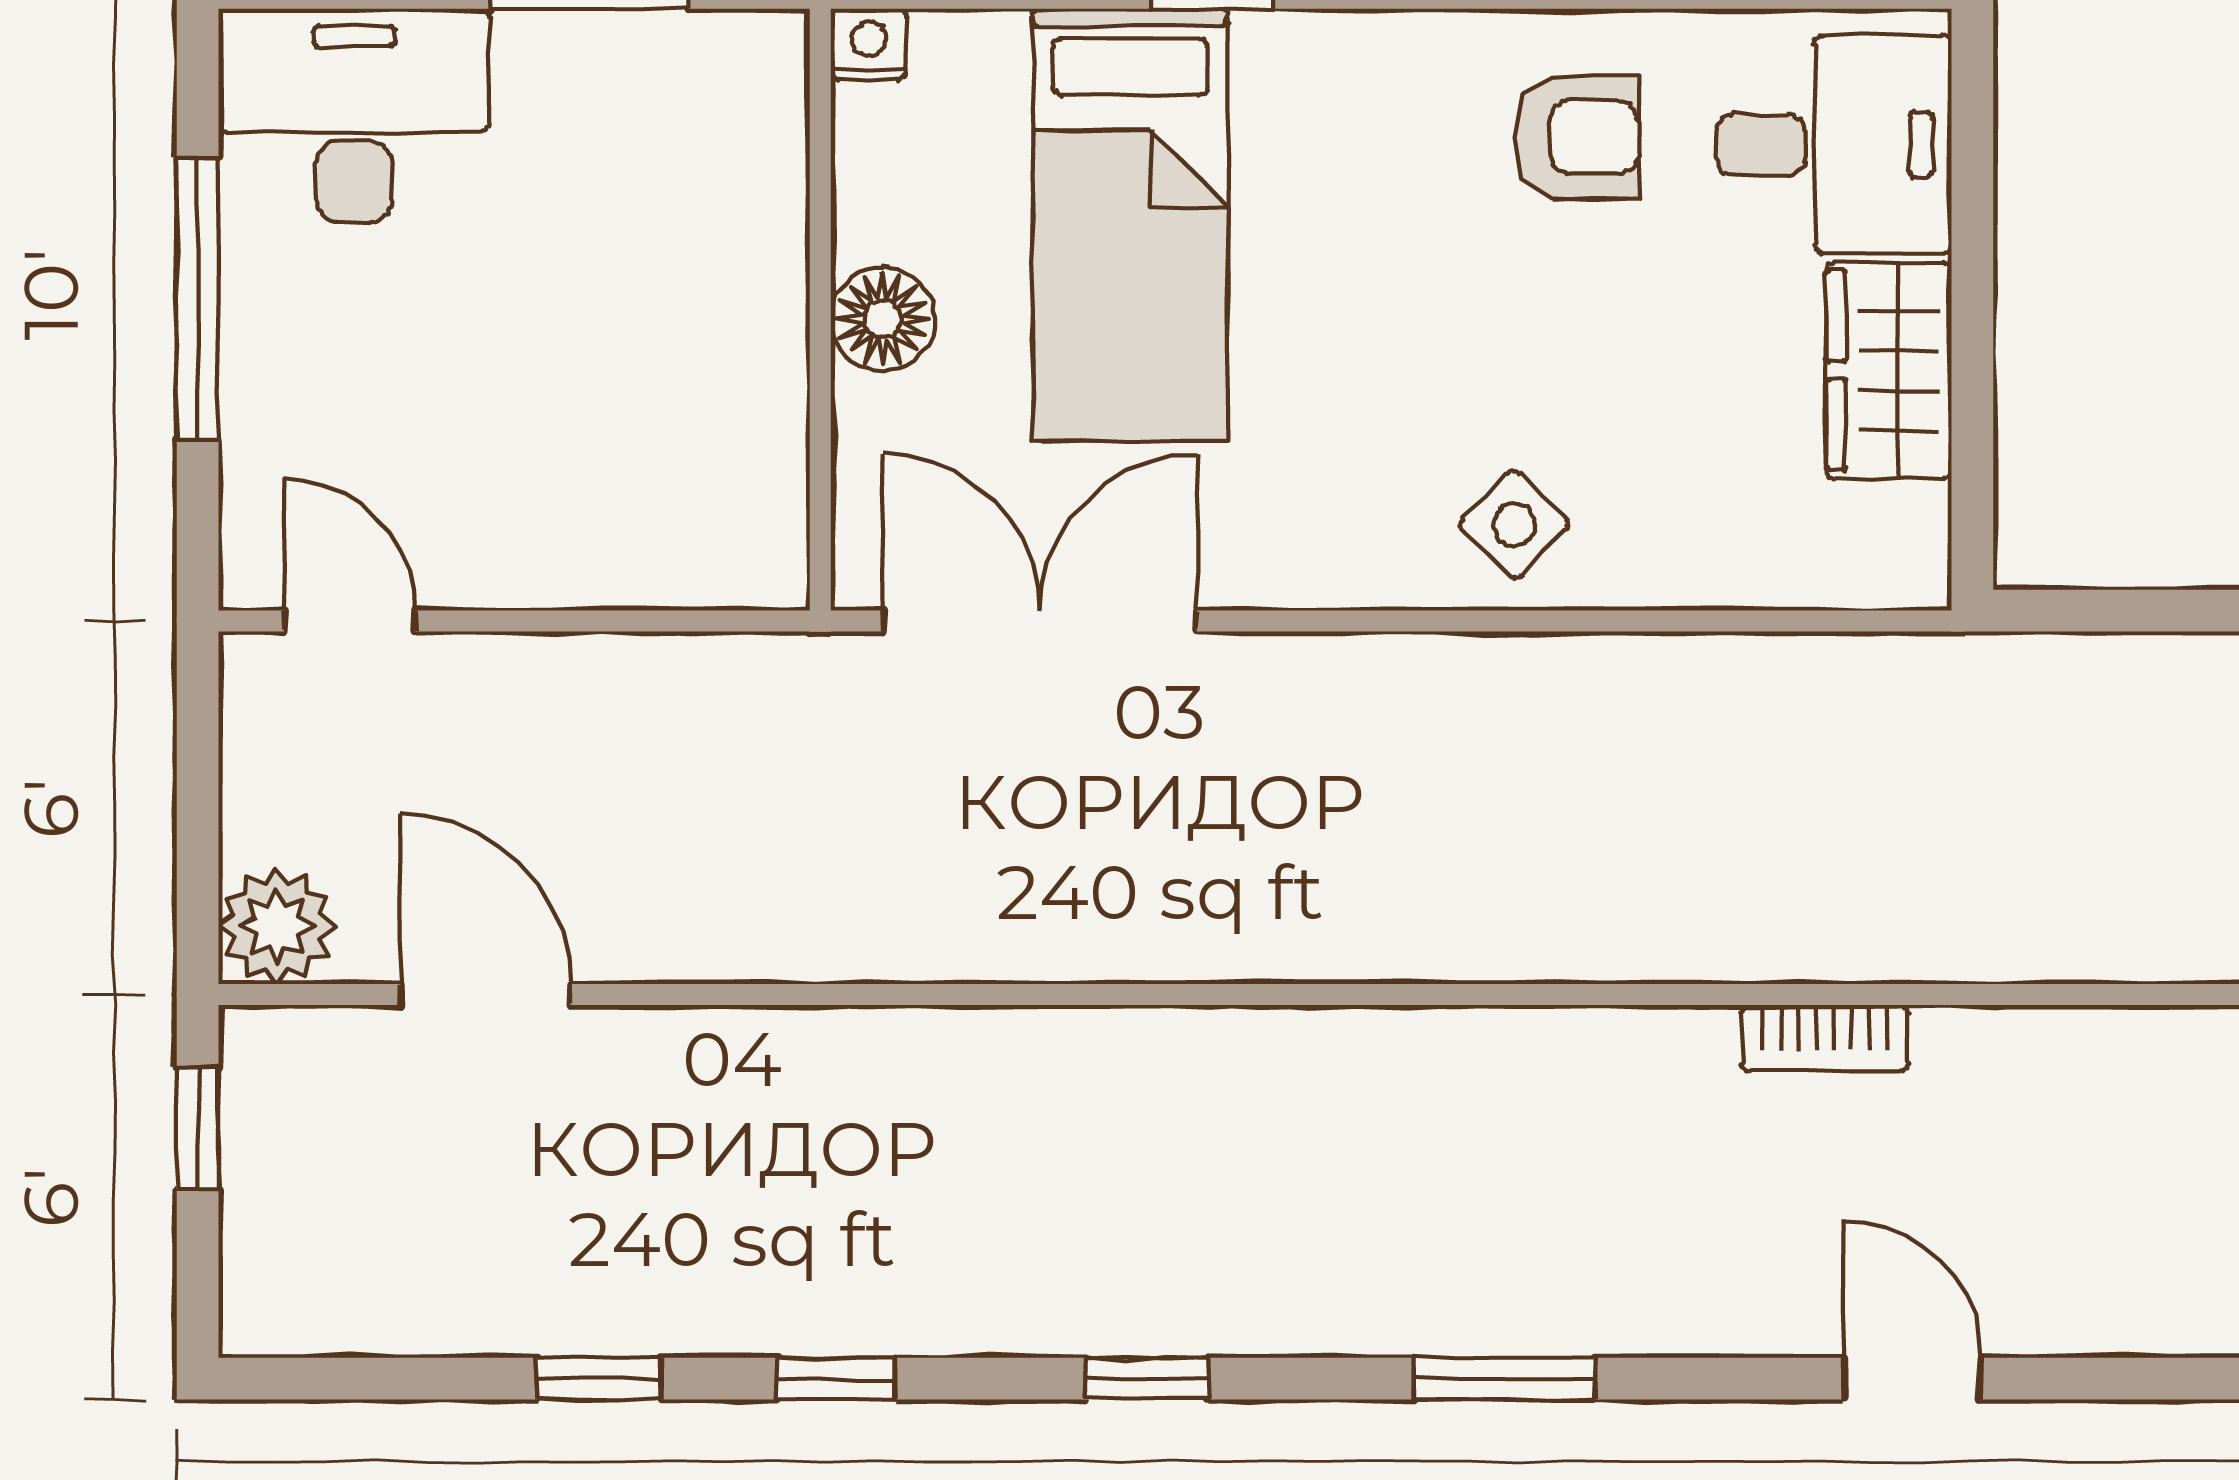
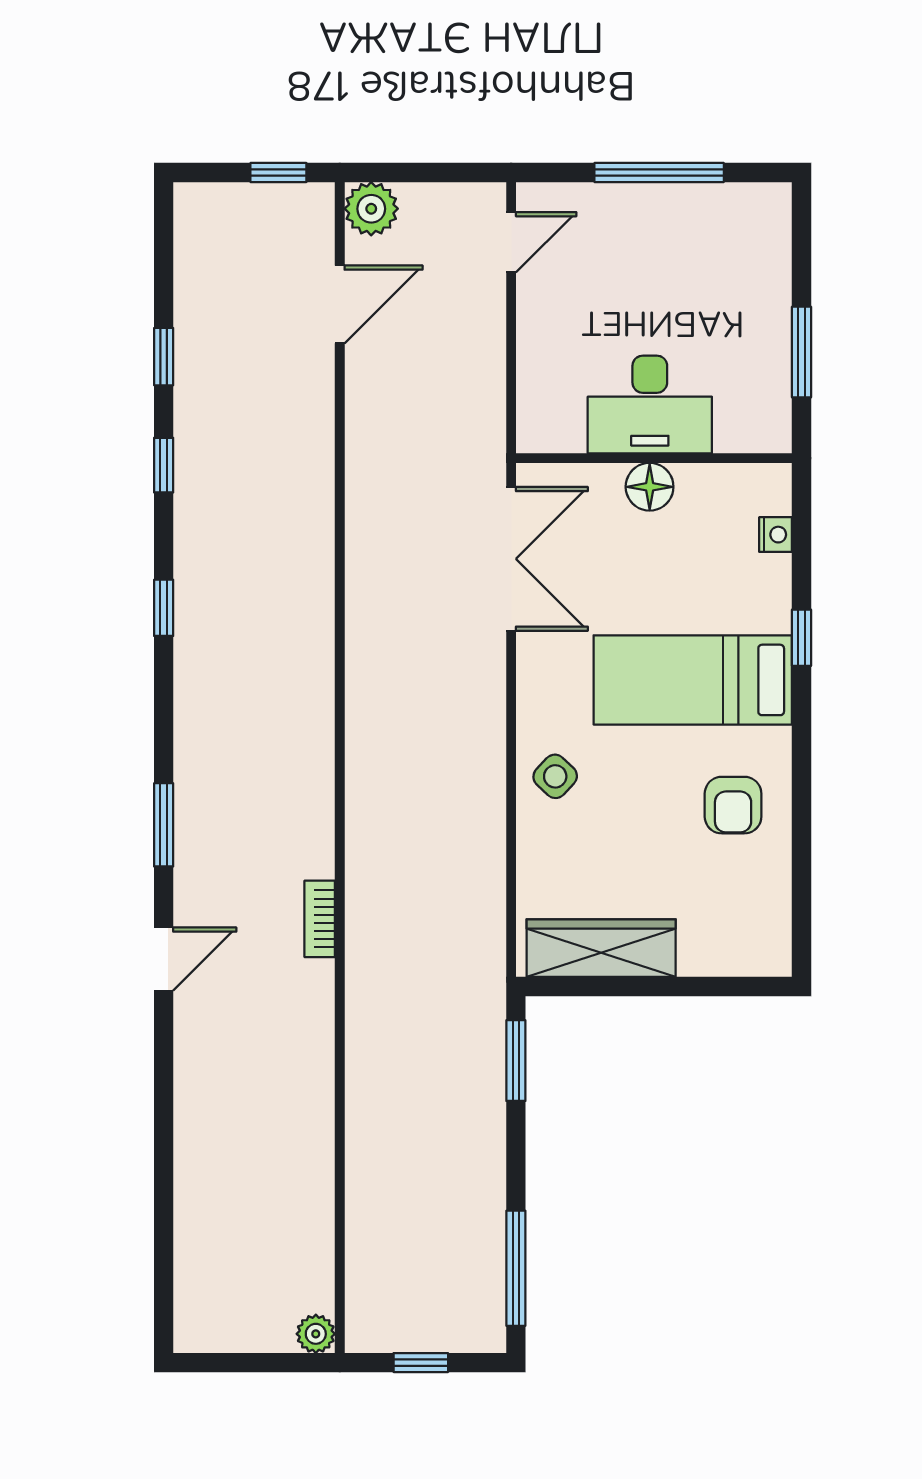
nightstand: (869, 44) -> (776, 535), moved
desk: (354, 115) -> (650, 404), moved, turned 90
desk: (1834, 145) -> (730, 923), removed
bed: (1130, 225) -> (693, 680), moved
wardrobe: (1889, 371) -> (601, 948), width x1.50
window: (2134, 611) -> (516, 1061), added
window: (1504, 1379) -> (164, 825), moved

